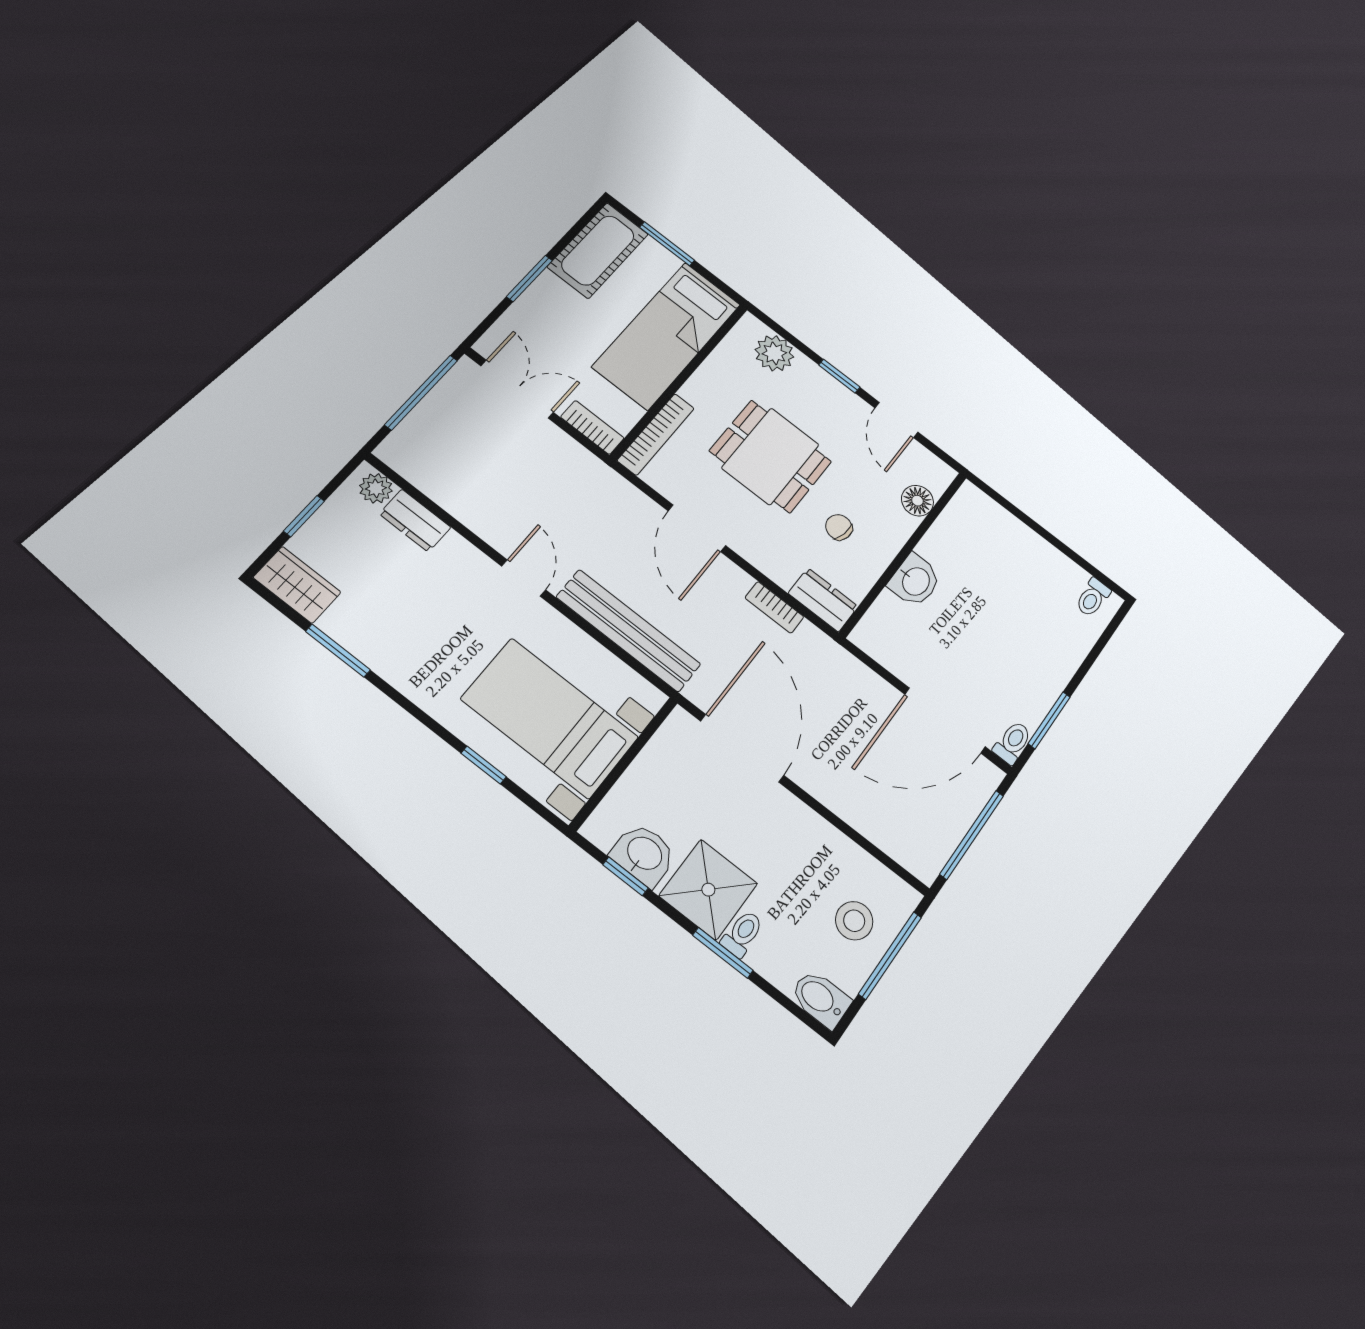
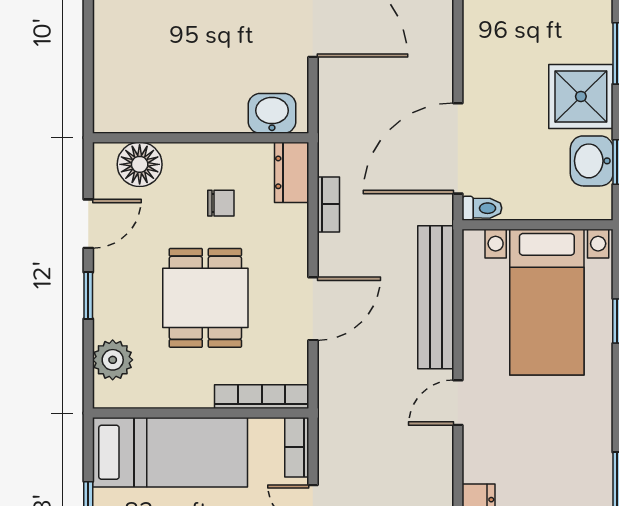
floor lamp: (917, 501) -> (140, 164), width x1.38, depth x1.38
chair: (839, 527) -> (221, 203), turned -102
washbasin: (915, 581) -> (272, 113), moved
toilet: (742, 934) -> (482, 208), moved, turned 180

